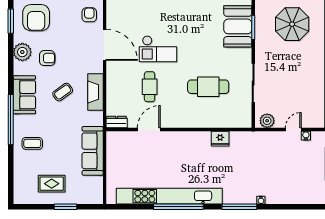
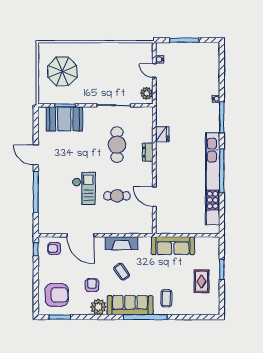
door: (105, 45) -> (80, 235), swing flipped
plant: (22, 52) -> (98, 307), moved
sofa: (24, 95) -> (130, 305), width x1.36
dresser: (117, 122) -> (148, 152), moved

